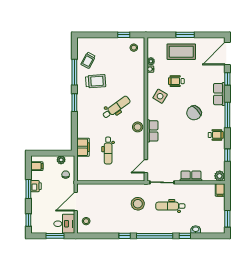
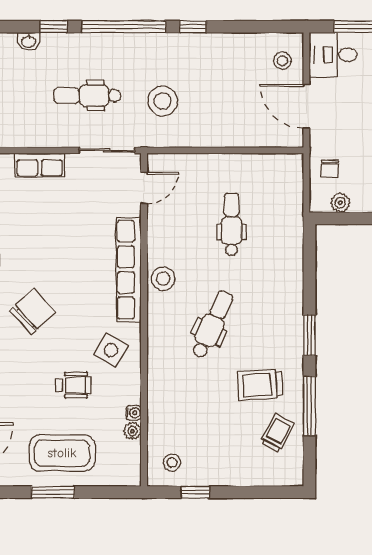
dental chair: (116, 107) -> (212, 324), turned 151
row of seats: (152, 131) -> (129, 270), width x2.02
filing cabinet: (83, 147) -> (289, 232), removed
door: (76, 201) -> (306, 106), swing flipped
dental chair: (170, 206) -> (87, 96), turned 180

